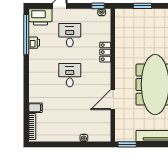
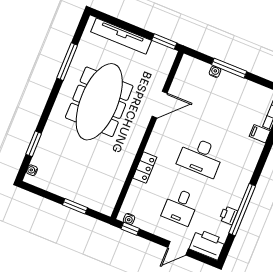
window: (26, 35) -> (242, 210), moved
desk: (70, 75) -> (201, 157), width x1.37
window: (75, 144) -> (229, 68), added

